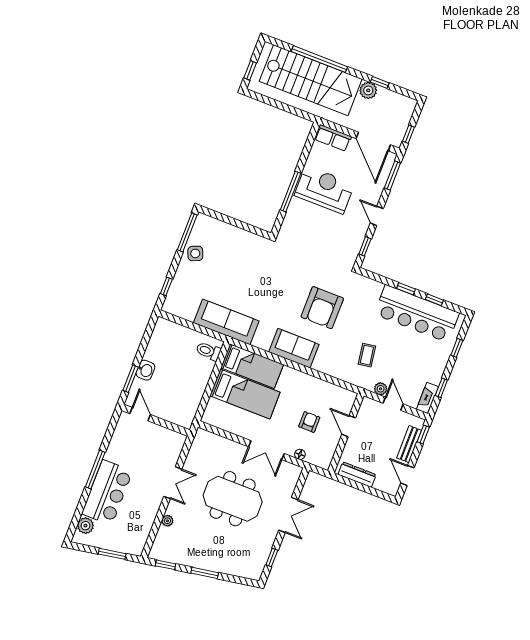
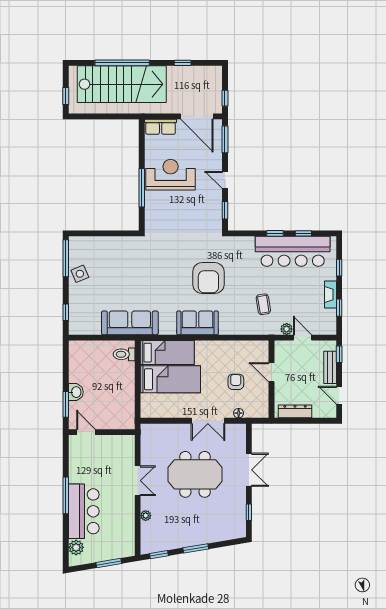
plant: (368, 90) -> (175, 74), removed
fireplace: (427, 398) -> (330, 295), moved

